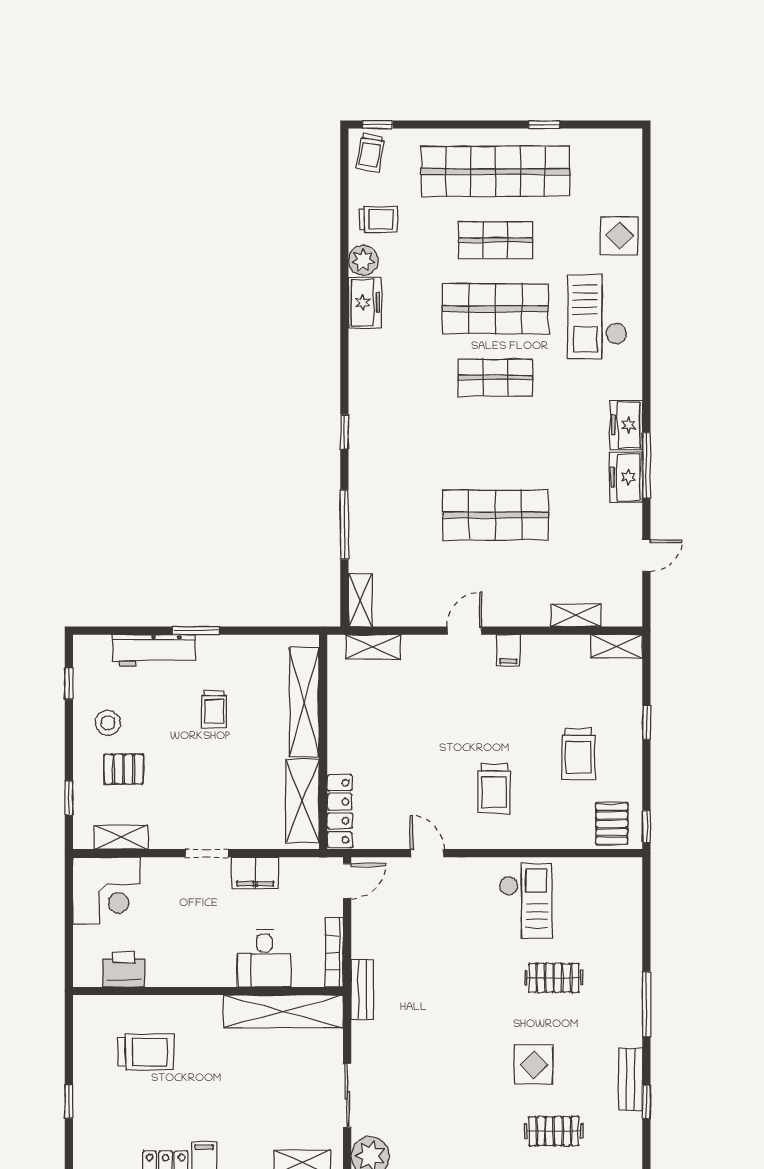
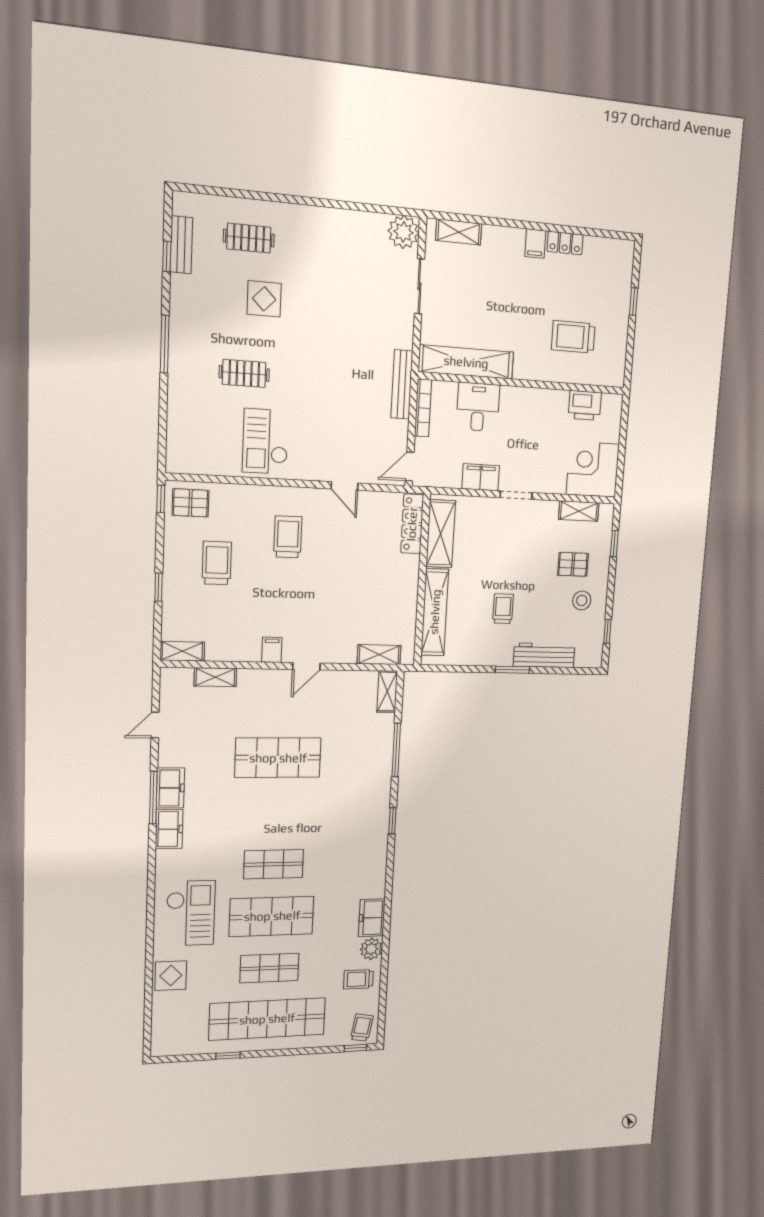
pallet: (612, 824) -> (190, 503), turned 90
bench: (362, 989) -> (402, 385), width x1.36
bench: (631, 1079) -> (181, 245), moved

